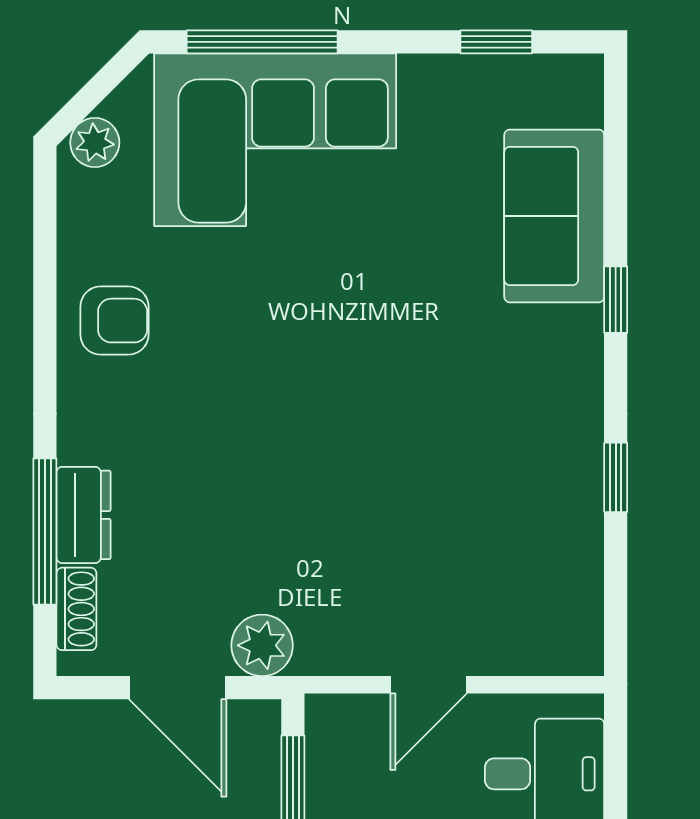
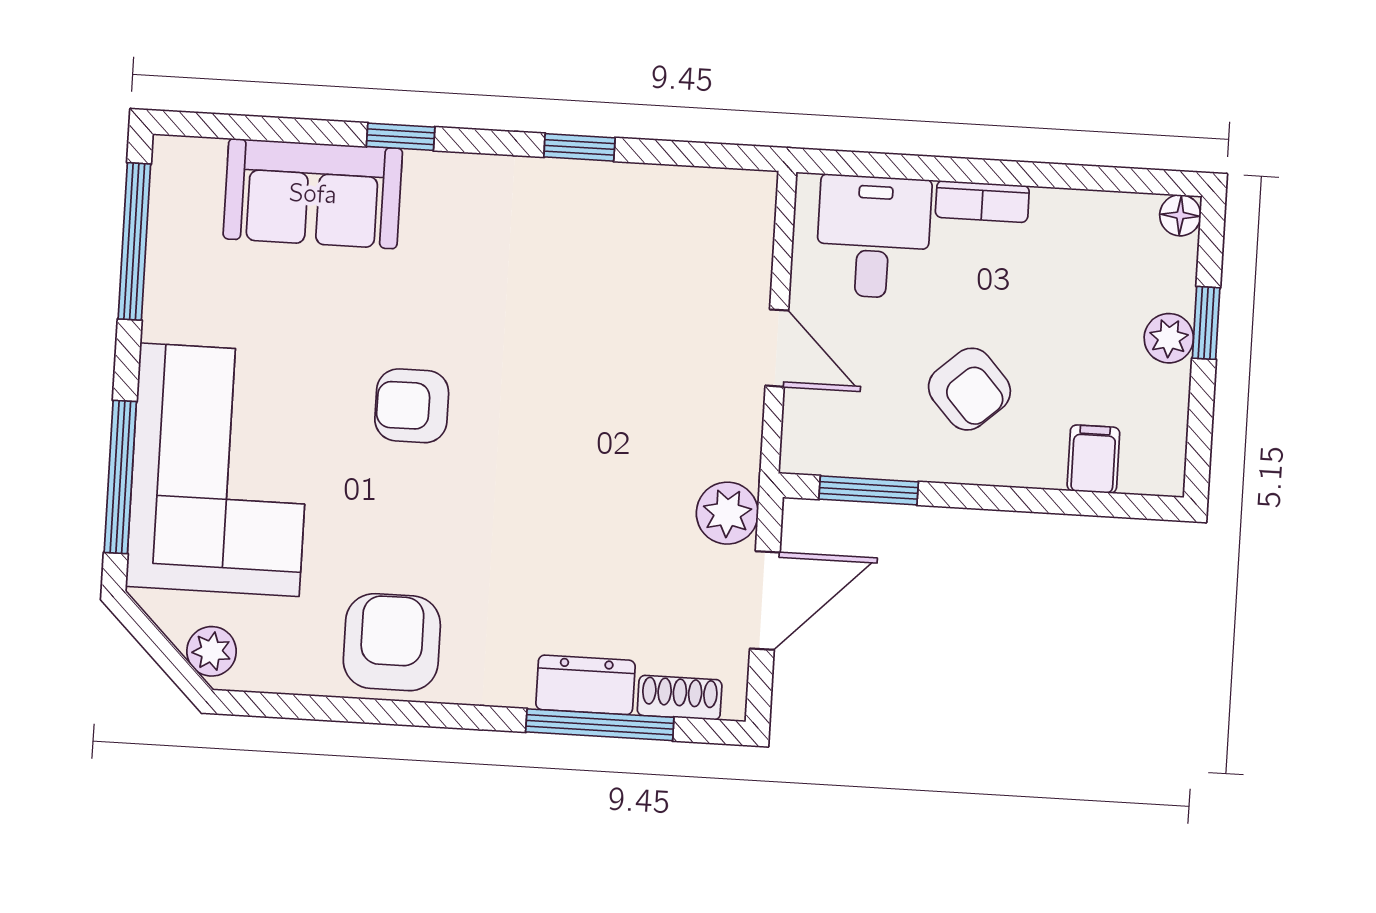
window: (496, 42) -> (134, 241), width x2.17
armchair: (114, 321) -> (392, 642), width x1.38, depth x1.38
armchair: (350, 326) -> (412, 406), added

